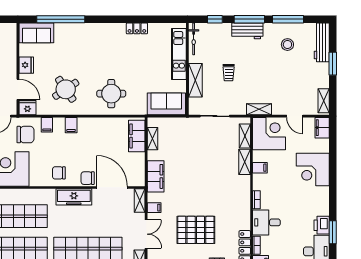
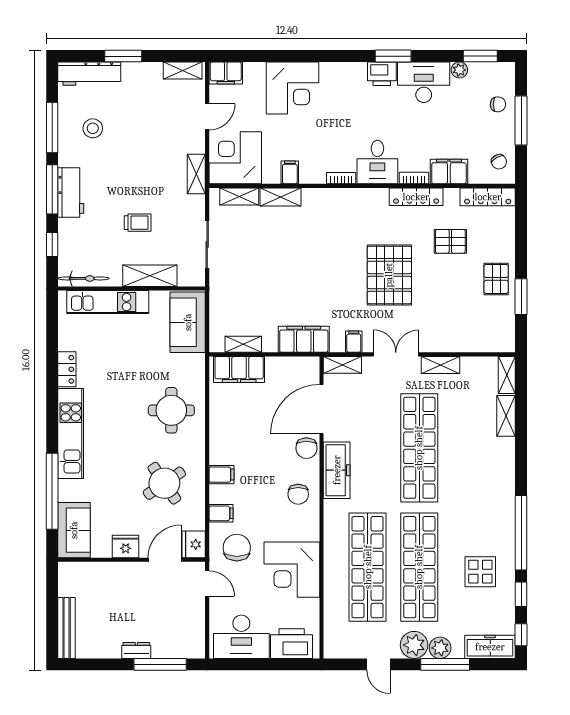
kitchen unit: (97, 31) -> (71, 434), added

